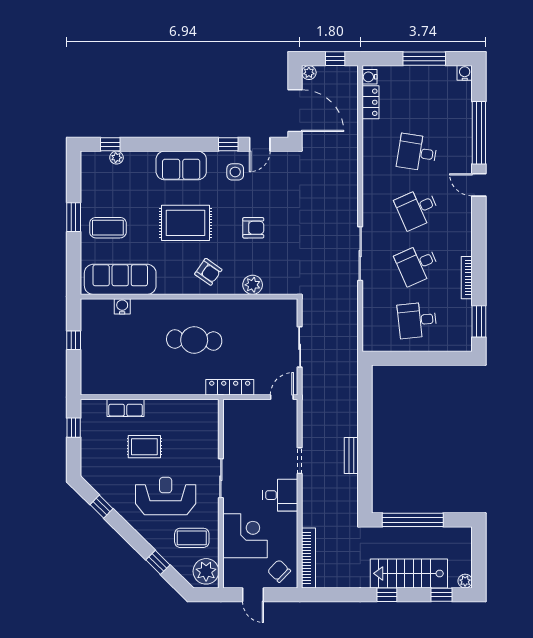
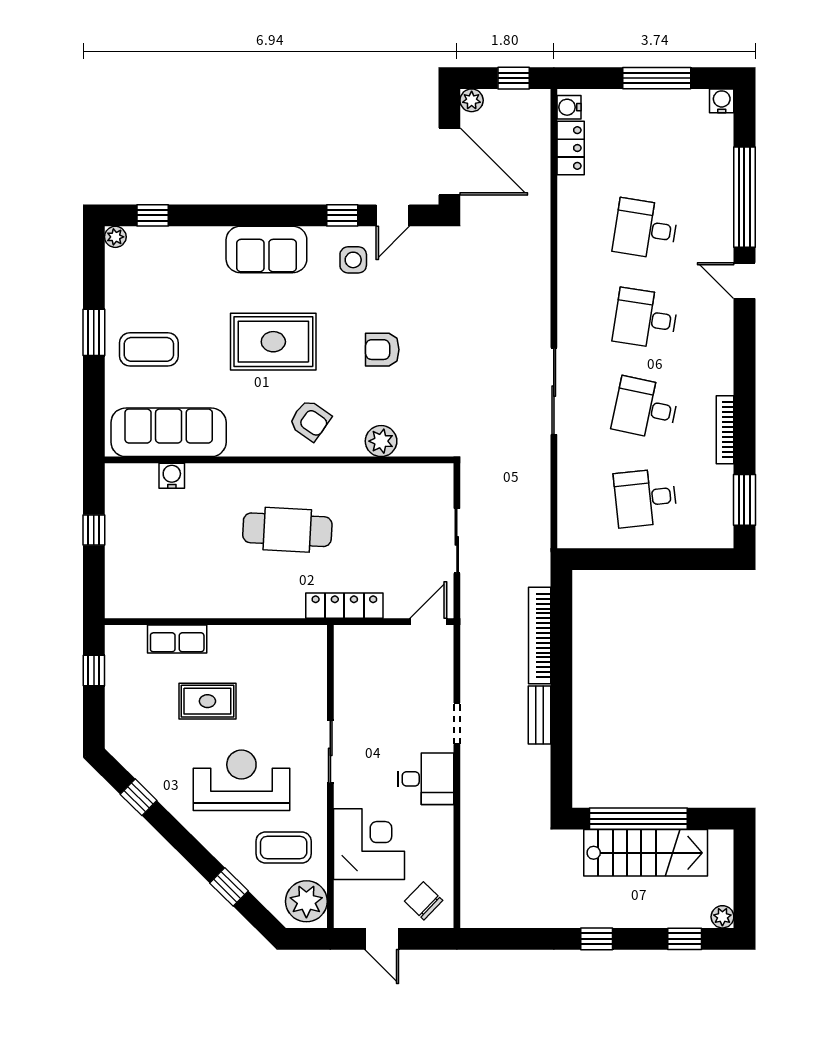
plant: (117, 158) -> (115, 237), moved
desk: (417, 208) -> (645, 319), turned 33
armchair: (253, 228) -> (382, 350), turned 180
desk: (417, 264) -> (645, 408), turned 36
bookcase: (309, 558) -> (540, 635), moved, turned 180
stairs: (409, 573) -> (646, 853), moved, turned 180

